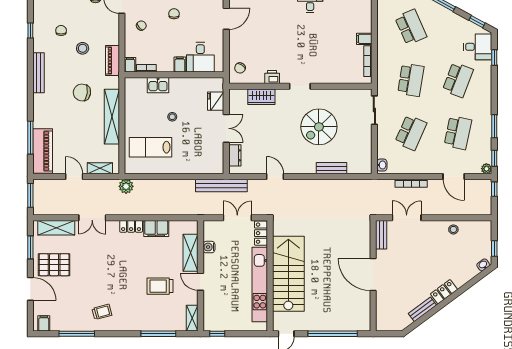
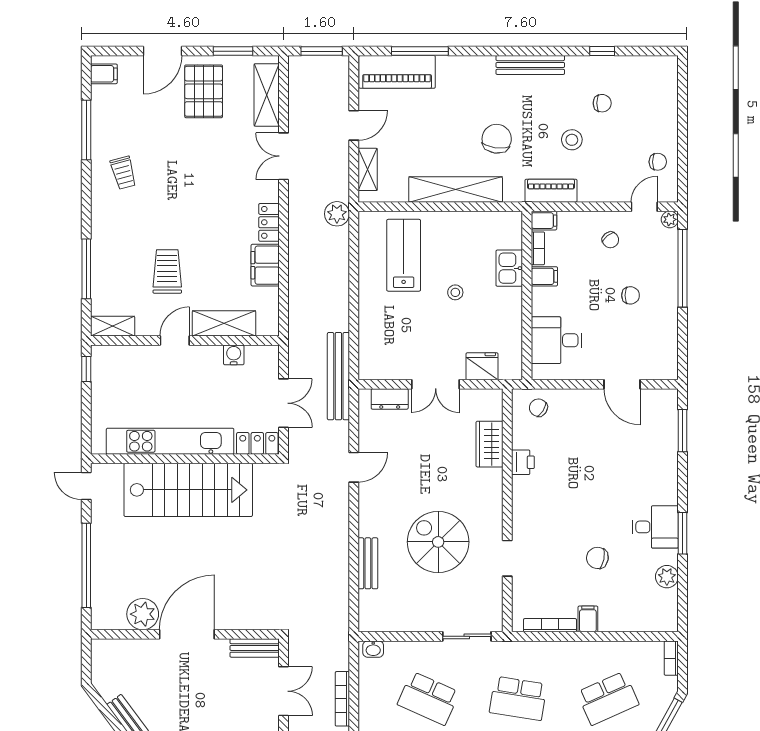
chair: (328, 33) -> (597, 558), added
filing cabinet: (180, 64) -> (544, 276), moved
doorway: (300, 86) -> (507, 558), moved
plant: (361, 301) -> (143, 614), added

